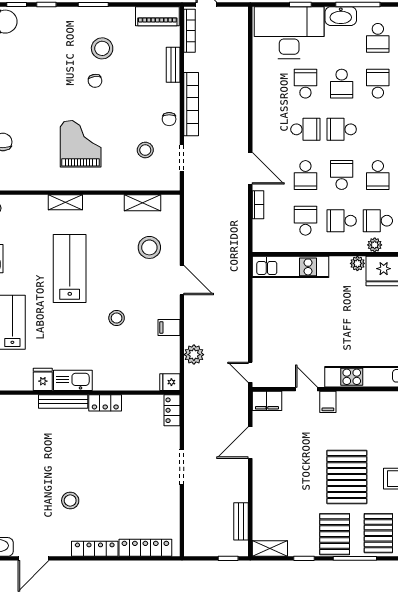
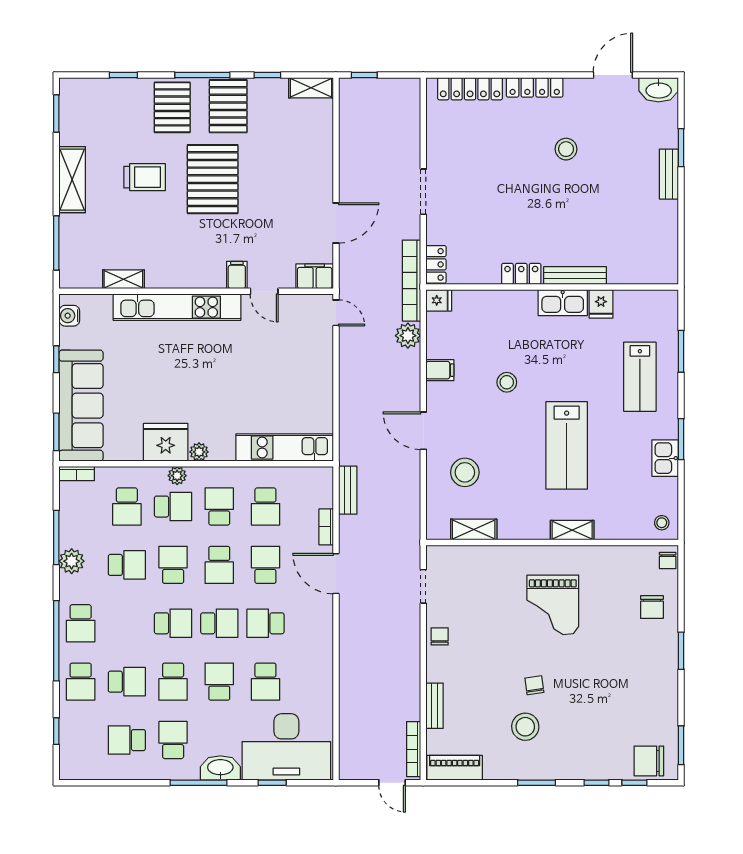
bookcase: (191, 104) -> (411, 281), moved
school desk: (378, 129) -> (173, 623), added
stool: (145, 150) -> (470, 597), removed
school desk: (342, 221) -> (219, 507), turned -90
bench: (241, 521) -> (348, 490), moved

